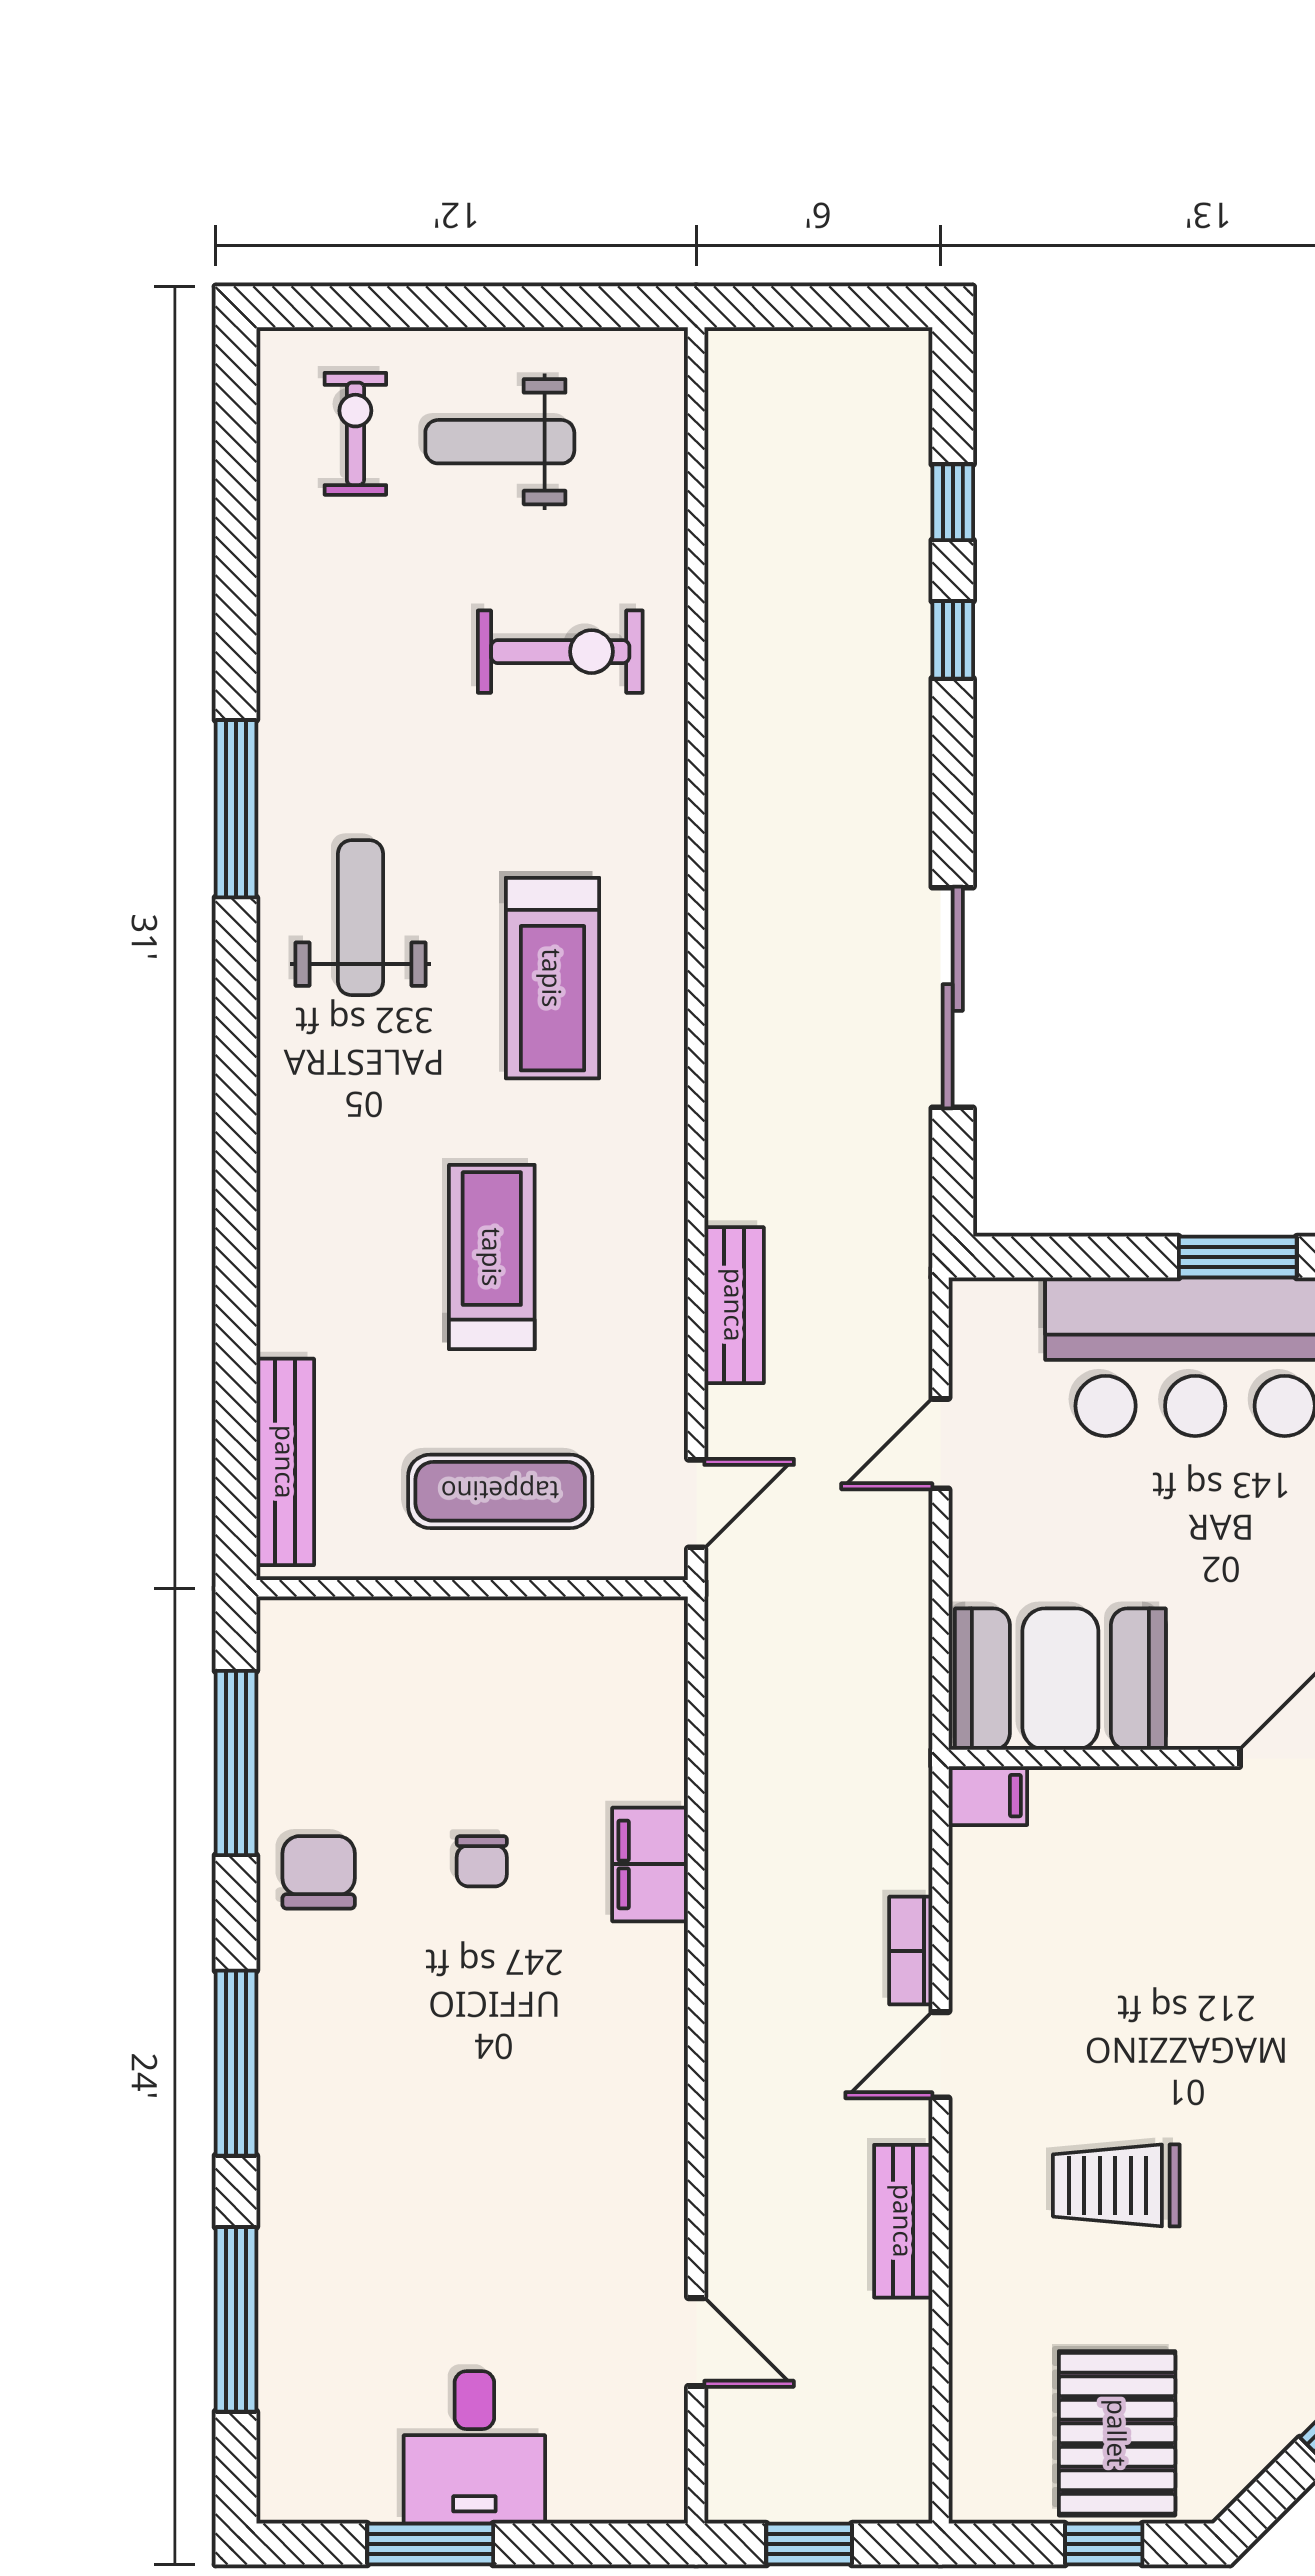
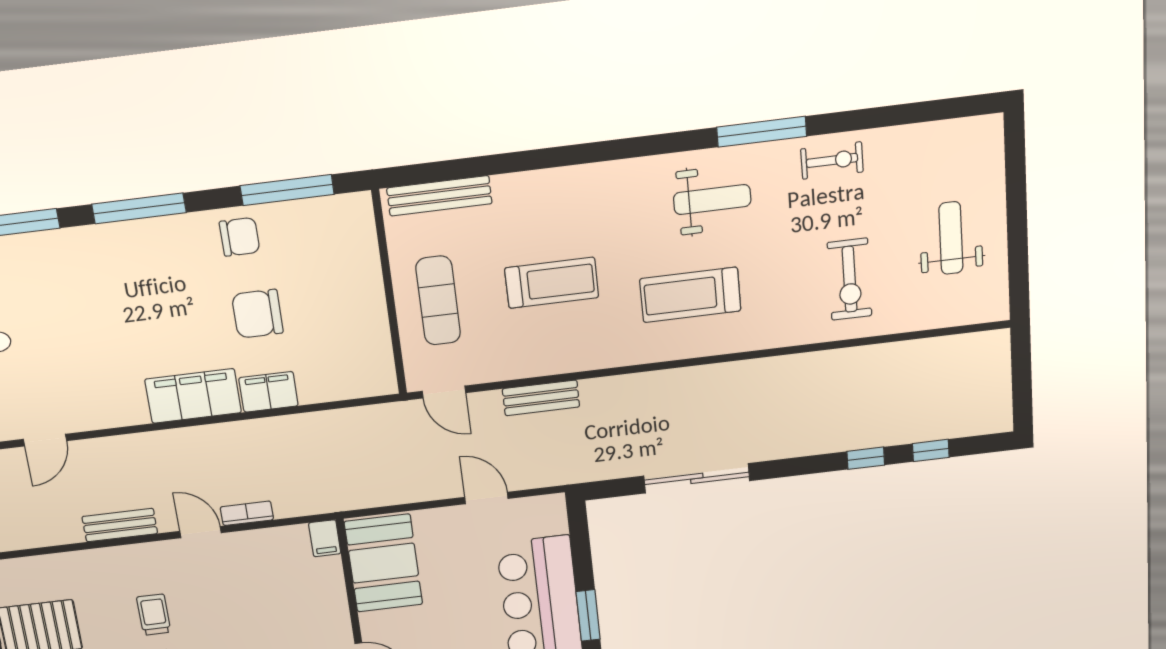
exercise bike: (355, 434) -> (832, 160), moved
chair: (482, 1861) -> (257, 314), width x1.87, depth x1.87
filing cabinet: (639, 2020) -> (193, 396), added
trolley: (1116, 2185) -> (154, 615), width x0.73, depth x0.72

